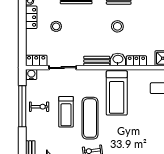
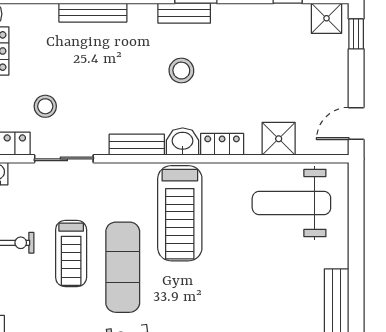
stool: (56, 26) -> (45, 106), moved

